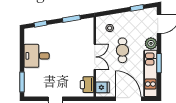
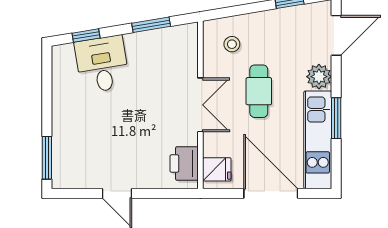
desk: (37, 56) -> (102, 64), moved, turned 81

